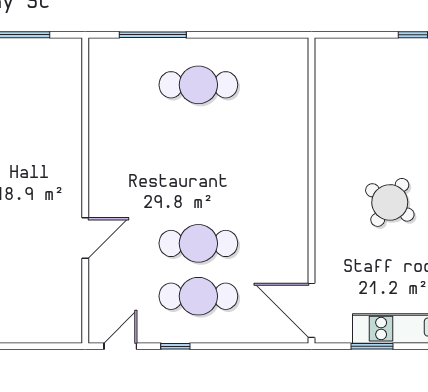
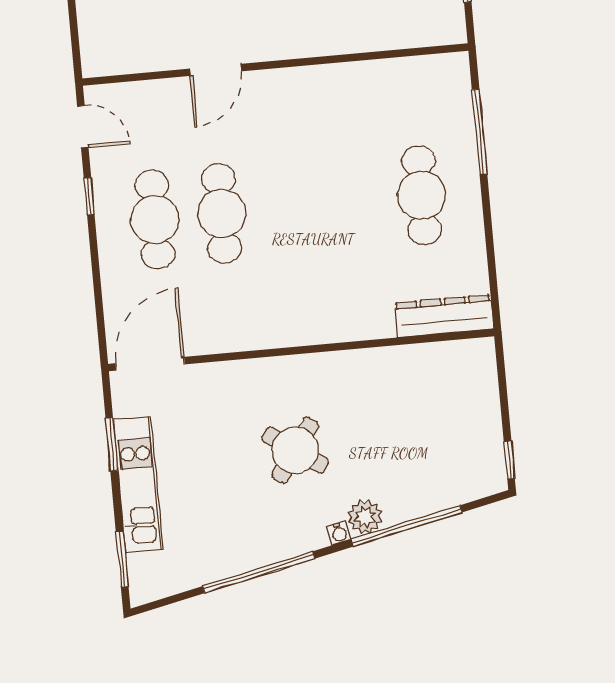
dresser: (295, 76) -> (444, 316), added
door: (85, 238) -> (215, 70), hinge flipped

